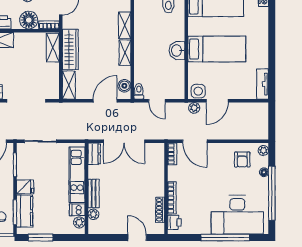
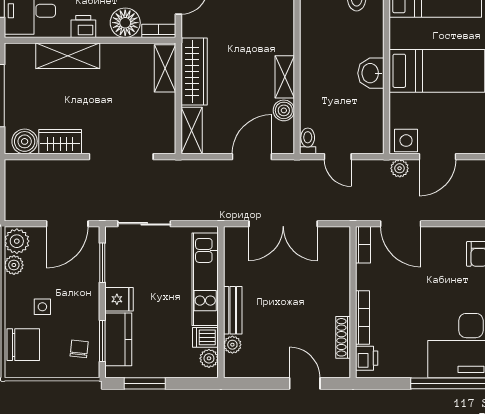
shelving: (125, 25) -> (284, 31), removed
boiler: (124, 86) -> (284, 110), moved
dresser: (94, 154) -> (234, 245), removed

